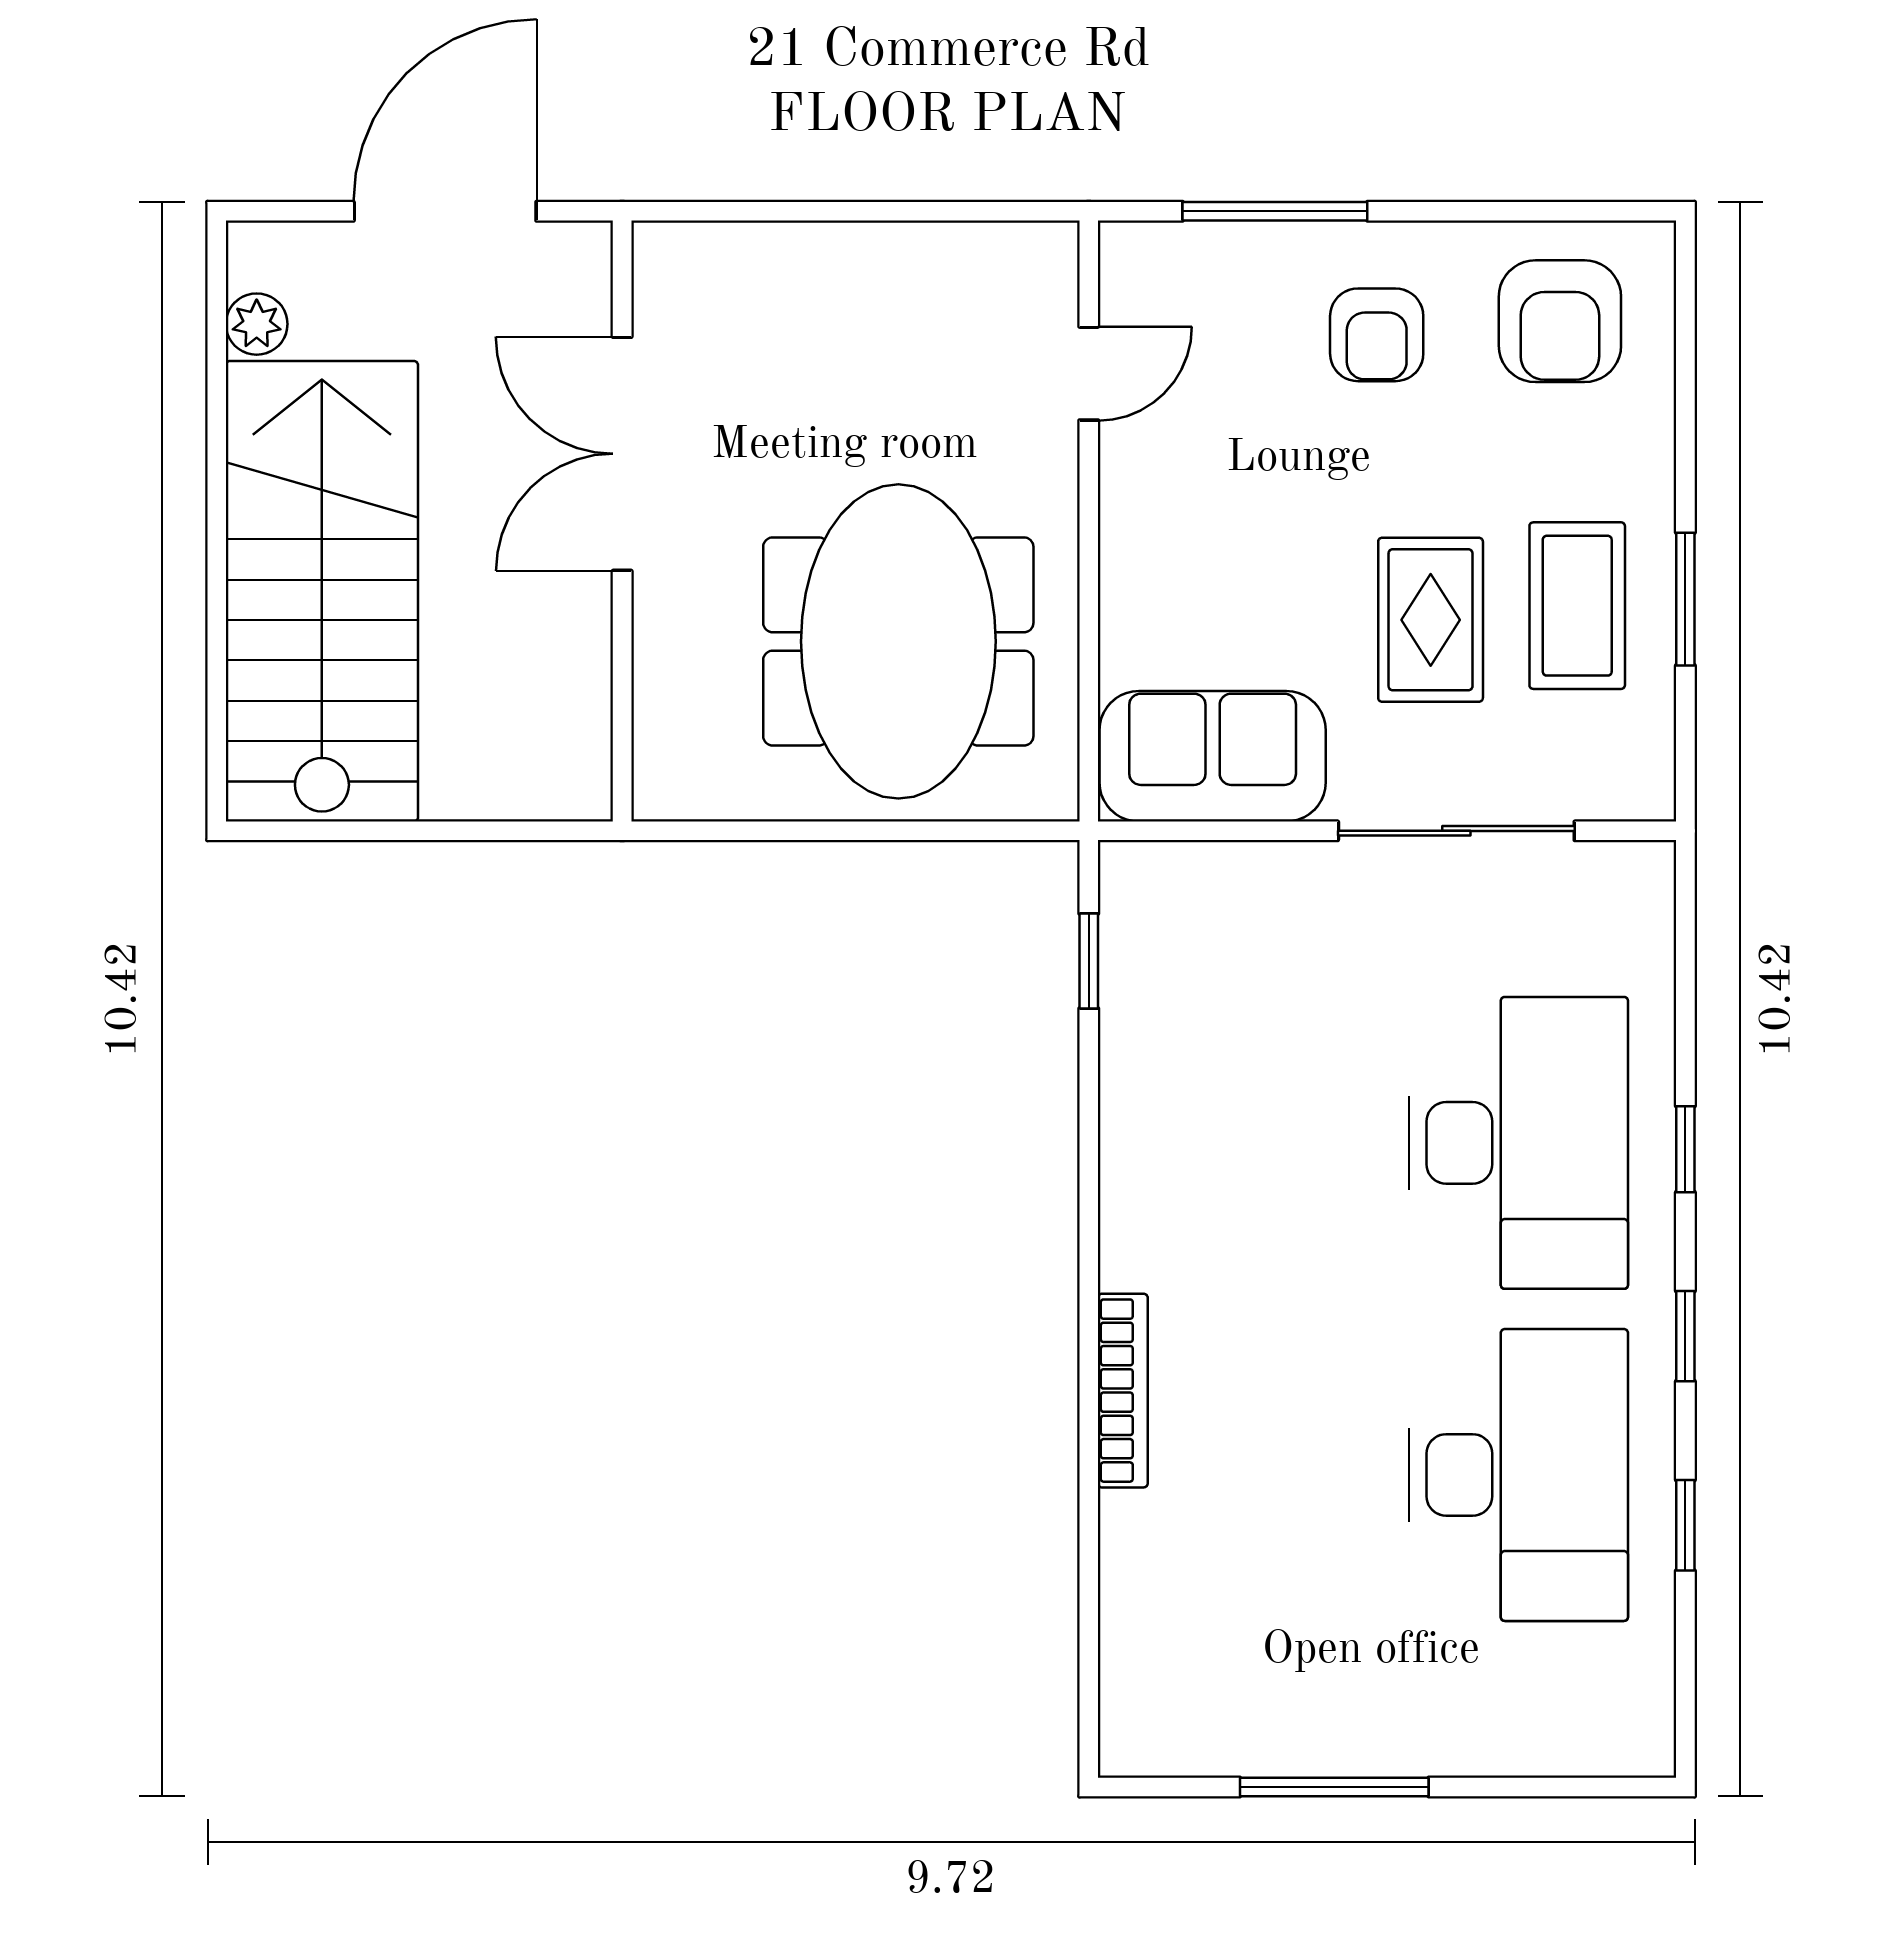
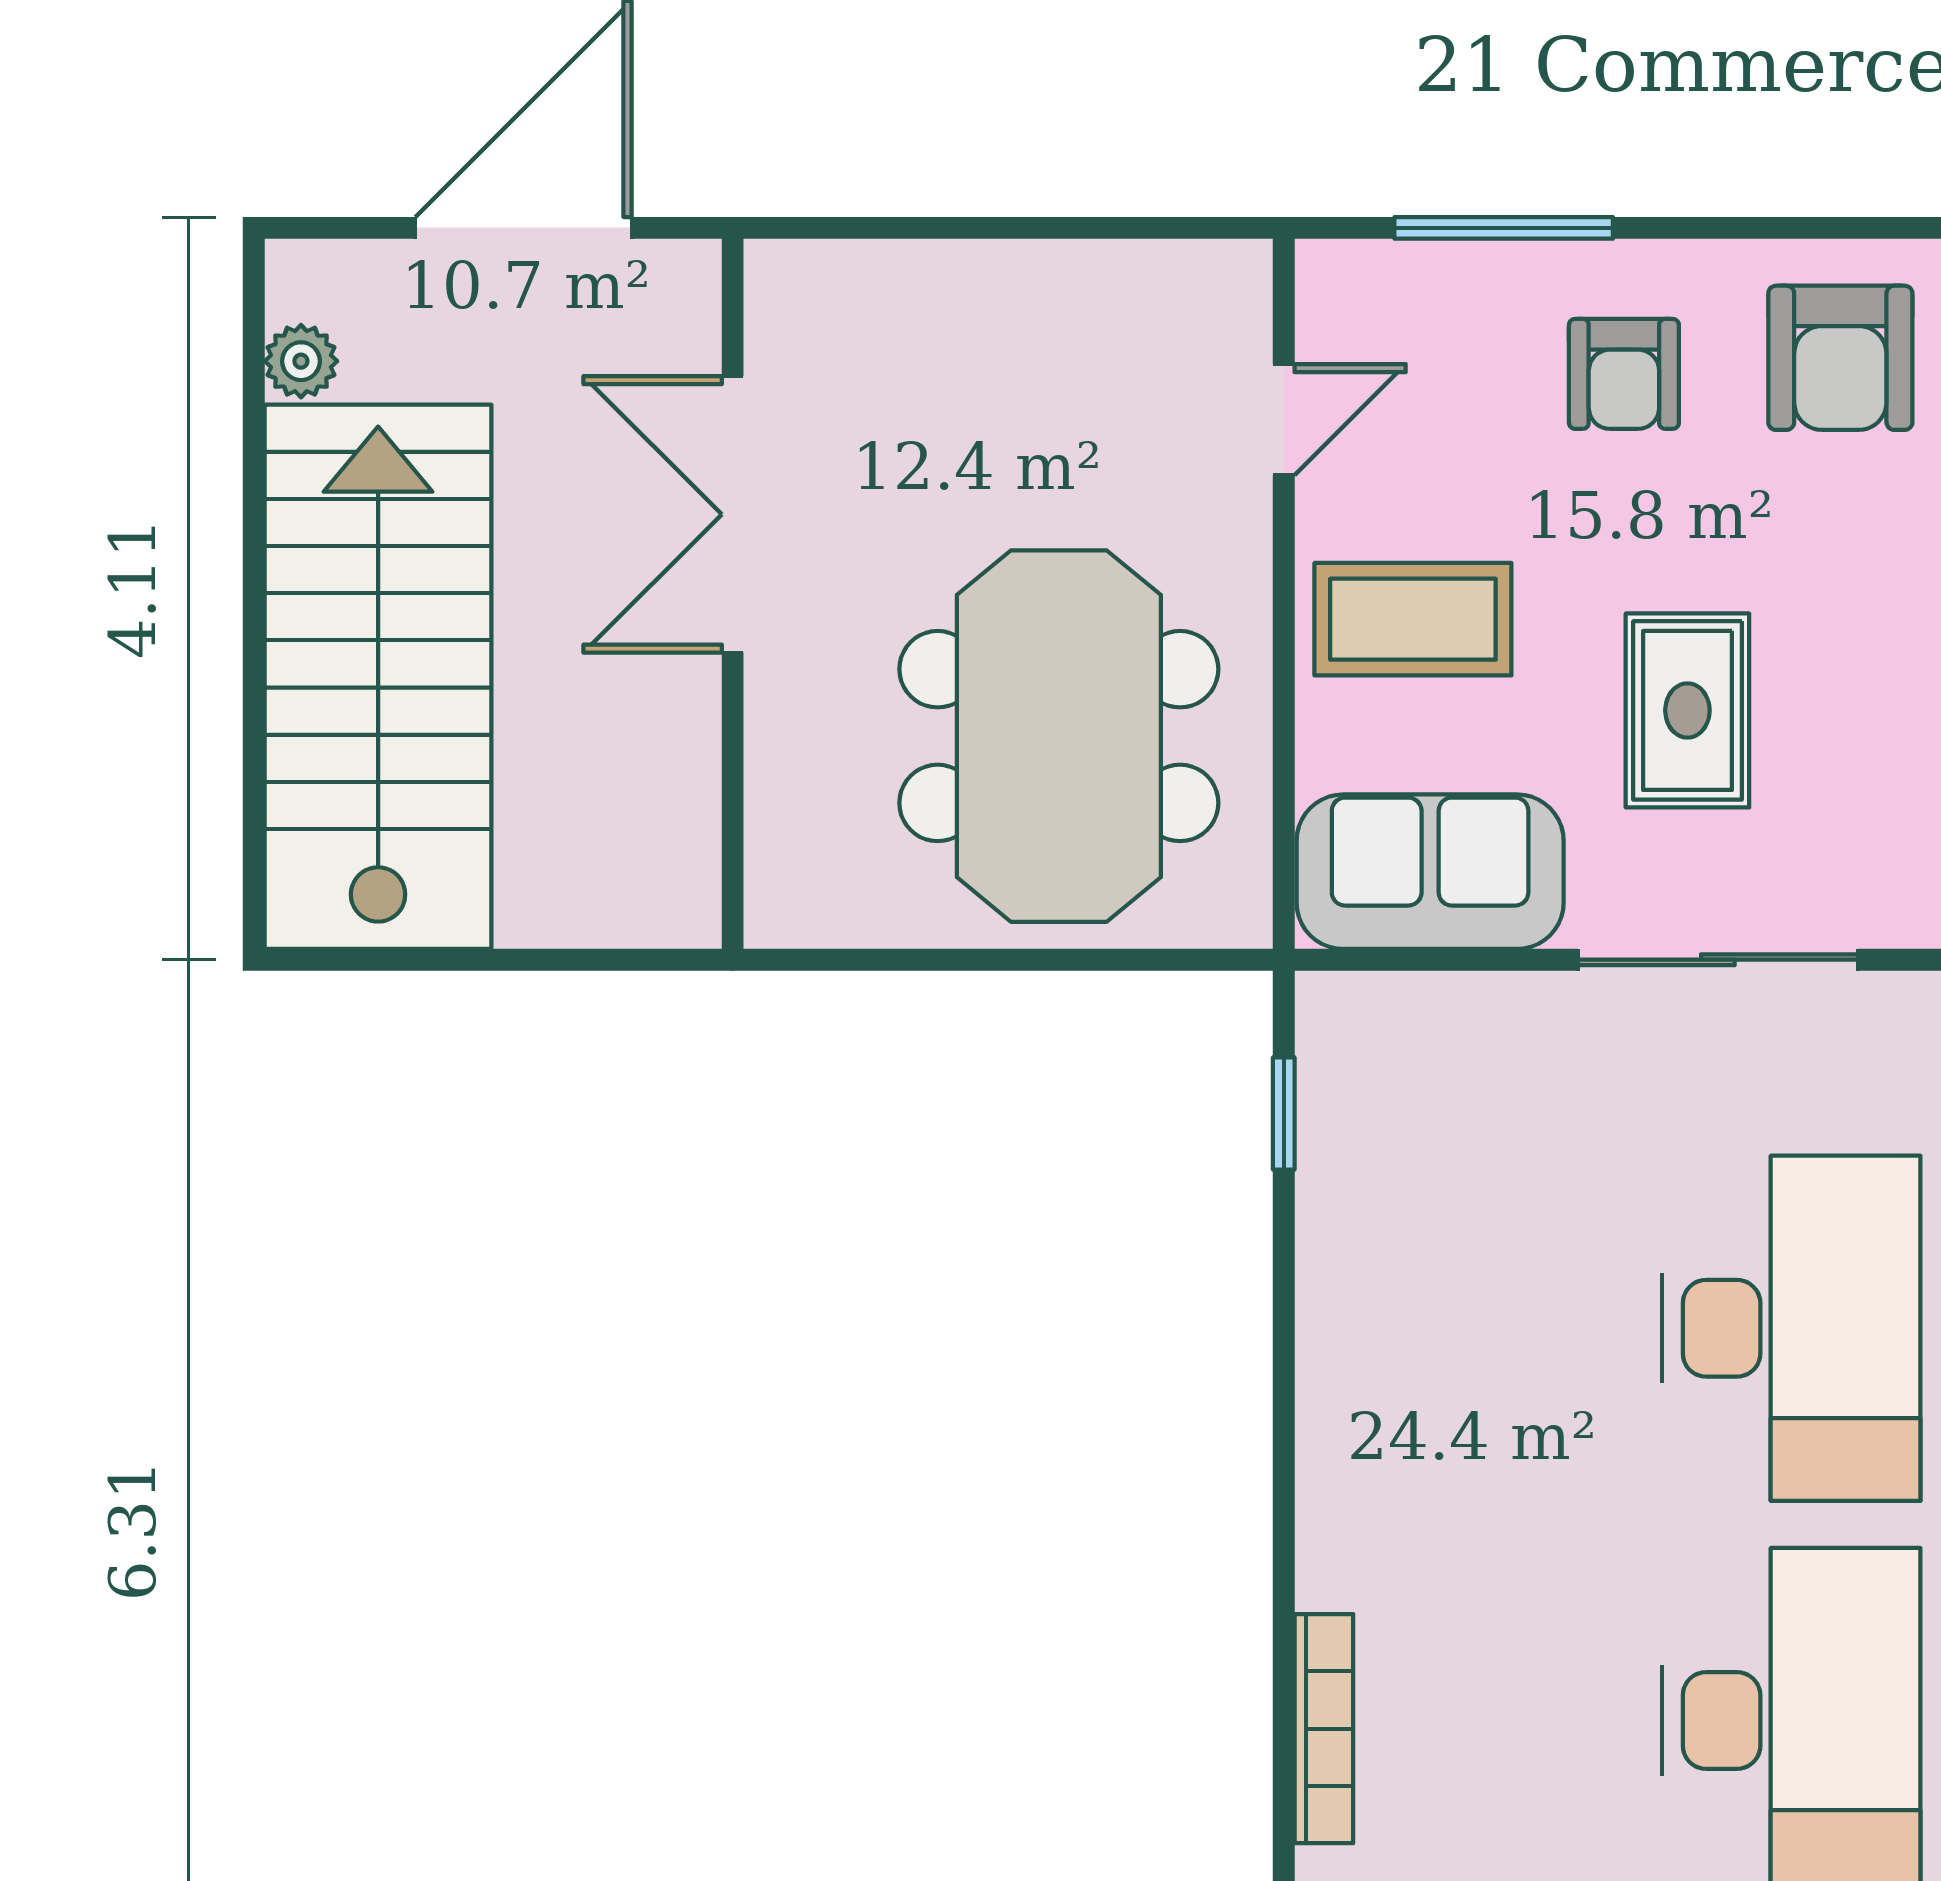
coffee table: (1577, 606) -> (1413, 619), moved, turned 90
bookcase: (1123, 1391) -> (1324, 1729), moved

